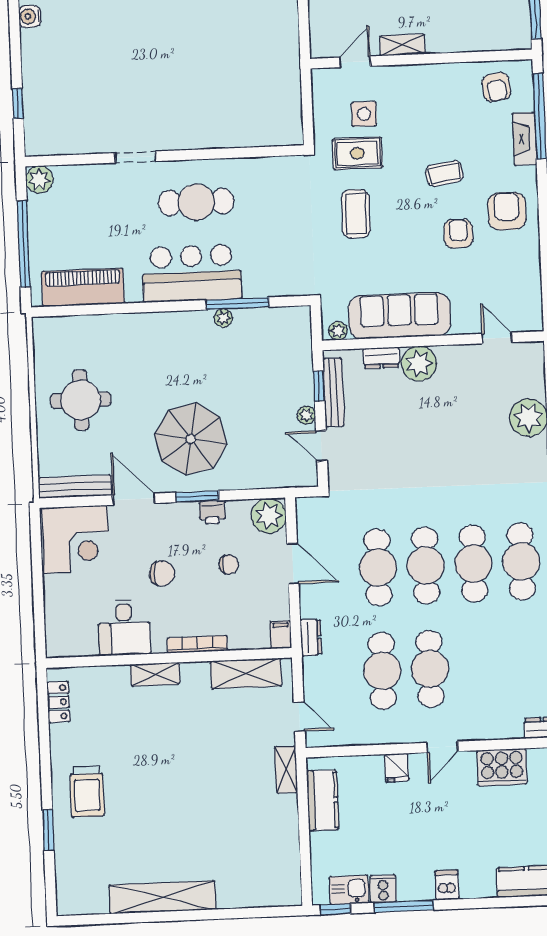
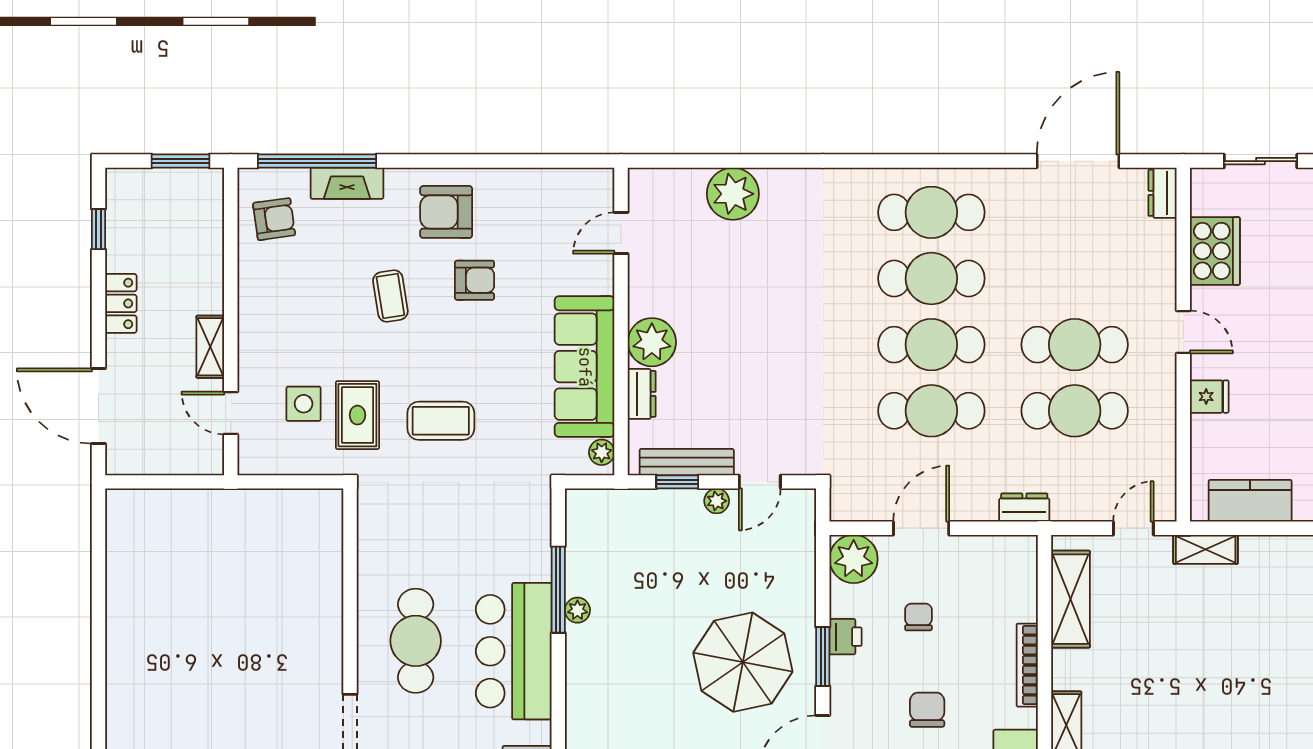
armchair: (458, 234) -> (475, 280), turned 180
filing cabinet: (281, 635) -> (1019, 549), removed

